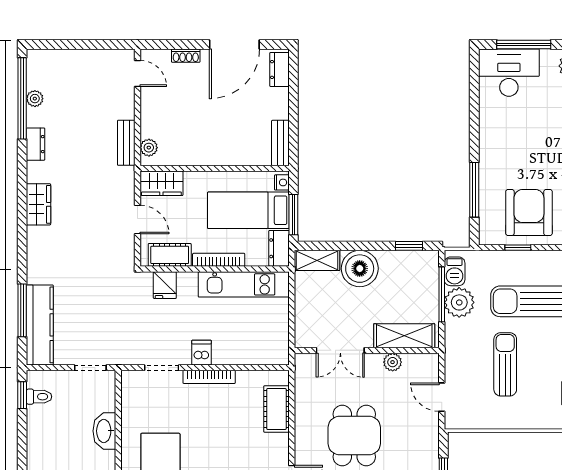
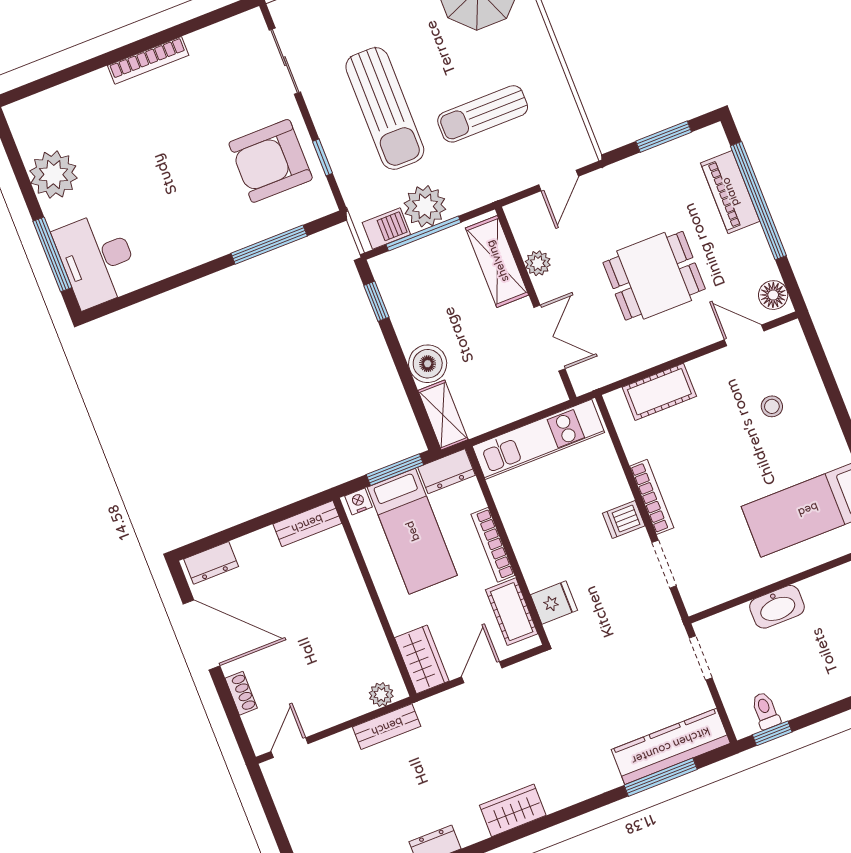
boiler: (360, 269) -> (428, 364), width x0.73, depth x0.73
kitchen unit: (244, 284) -> (538, 439), moved, turned 90

